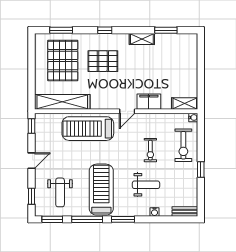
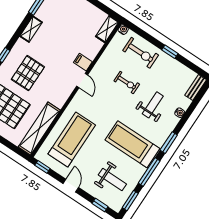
filing cabinet: (149, 102) -> (83, 62), width x0.50
treadmill: (88, 129) -> (72, 140), moved, turned 180

